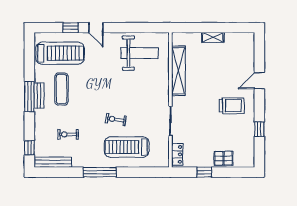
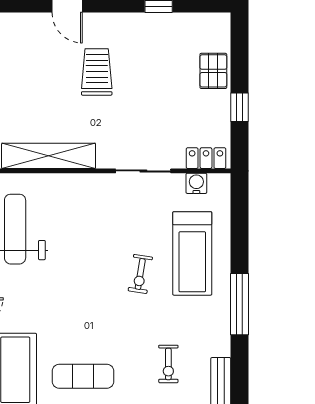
trolley: (232, 106) -> (97, 72), moved
water cooler: (164, 149) -> (196, 183), added

